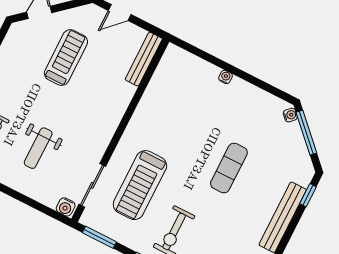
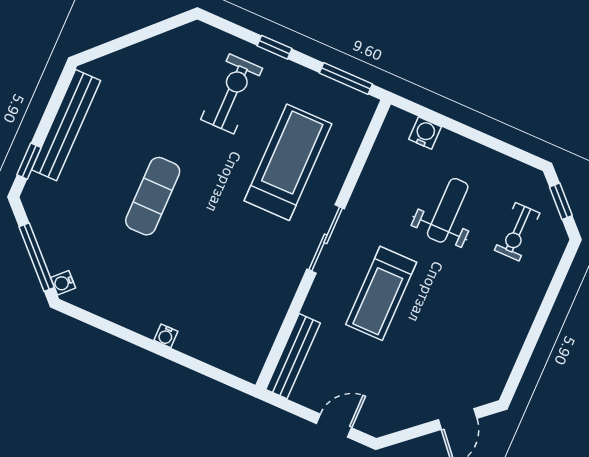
treadmill: (66, 58) -> (381, 293), moved
sliding door: (92, 185) -> (326, 239), moved
water cooler: (66, 207) -> (425, 133), moved

